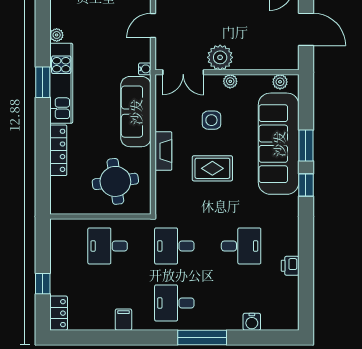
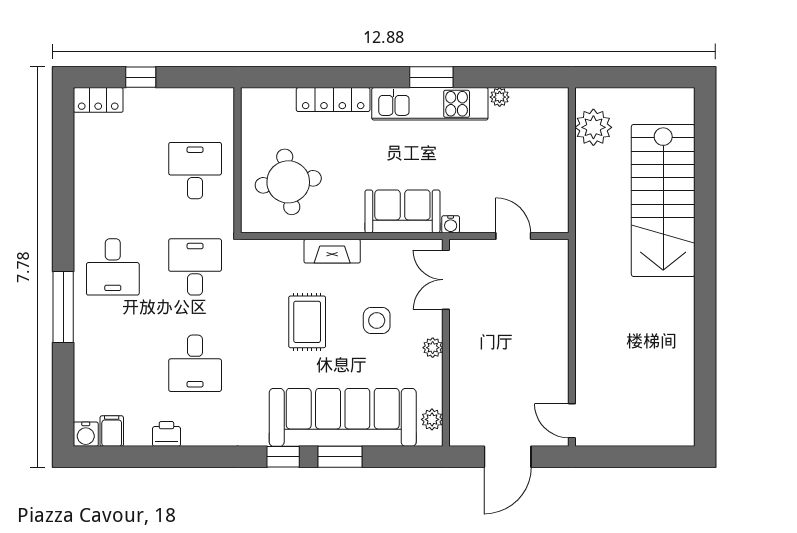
plant: (220, 57) -> (467, 333), removed
sofa: (136, 112) -> (402, 211), width x0.73
desk: (174, 303) -> (113, 267), turned 180
filing cabinet: (123, 320) -> (112, 431), moved, turned -90
water cooler: (252, 322) -> (86, 434), moved, turned -90

